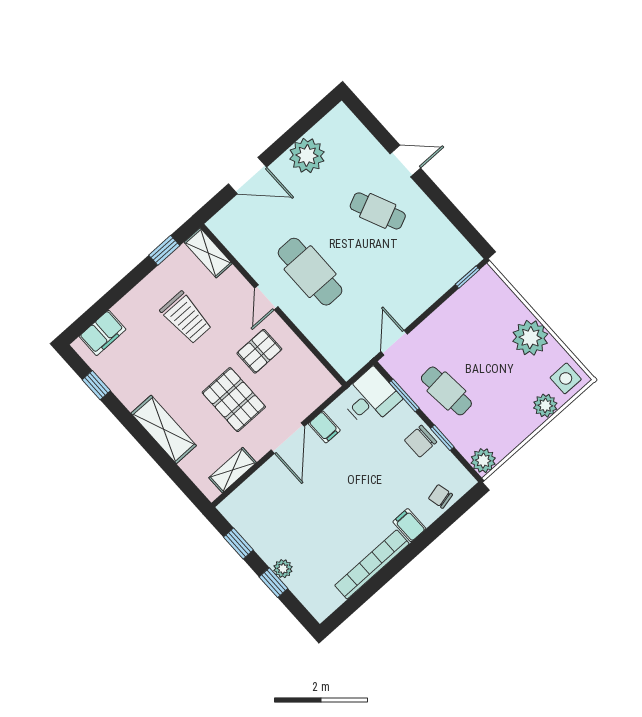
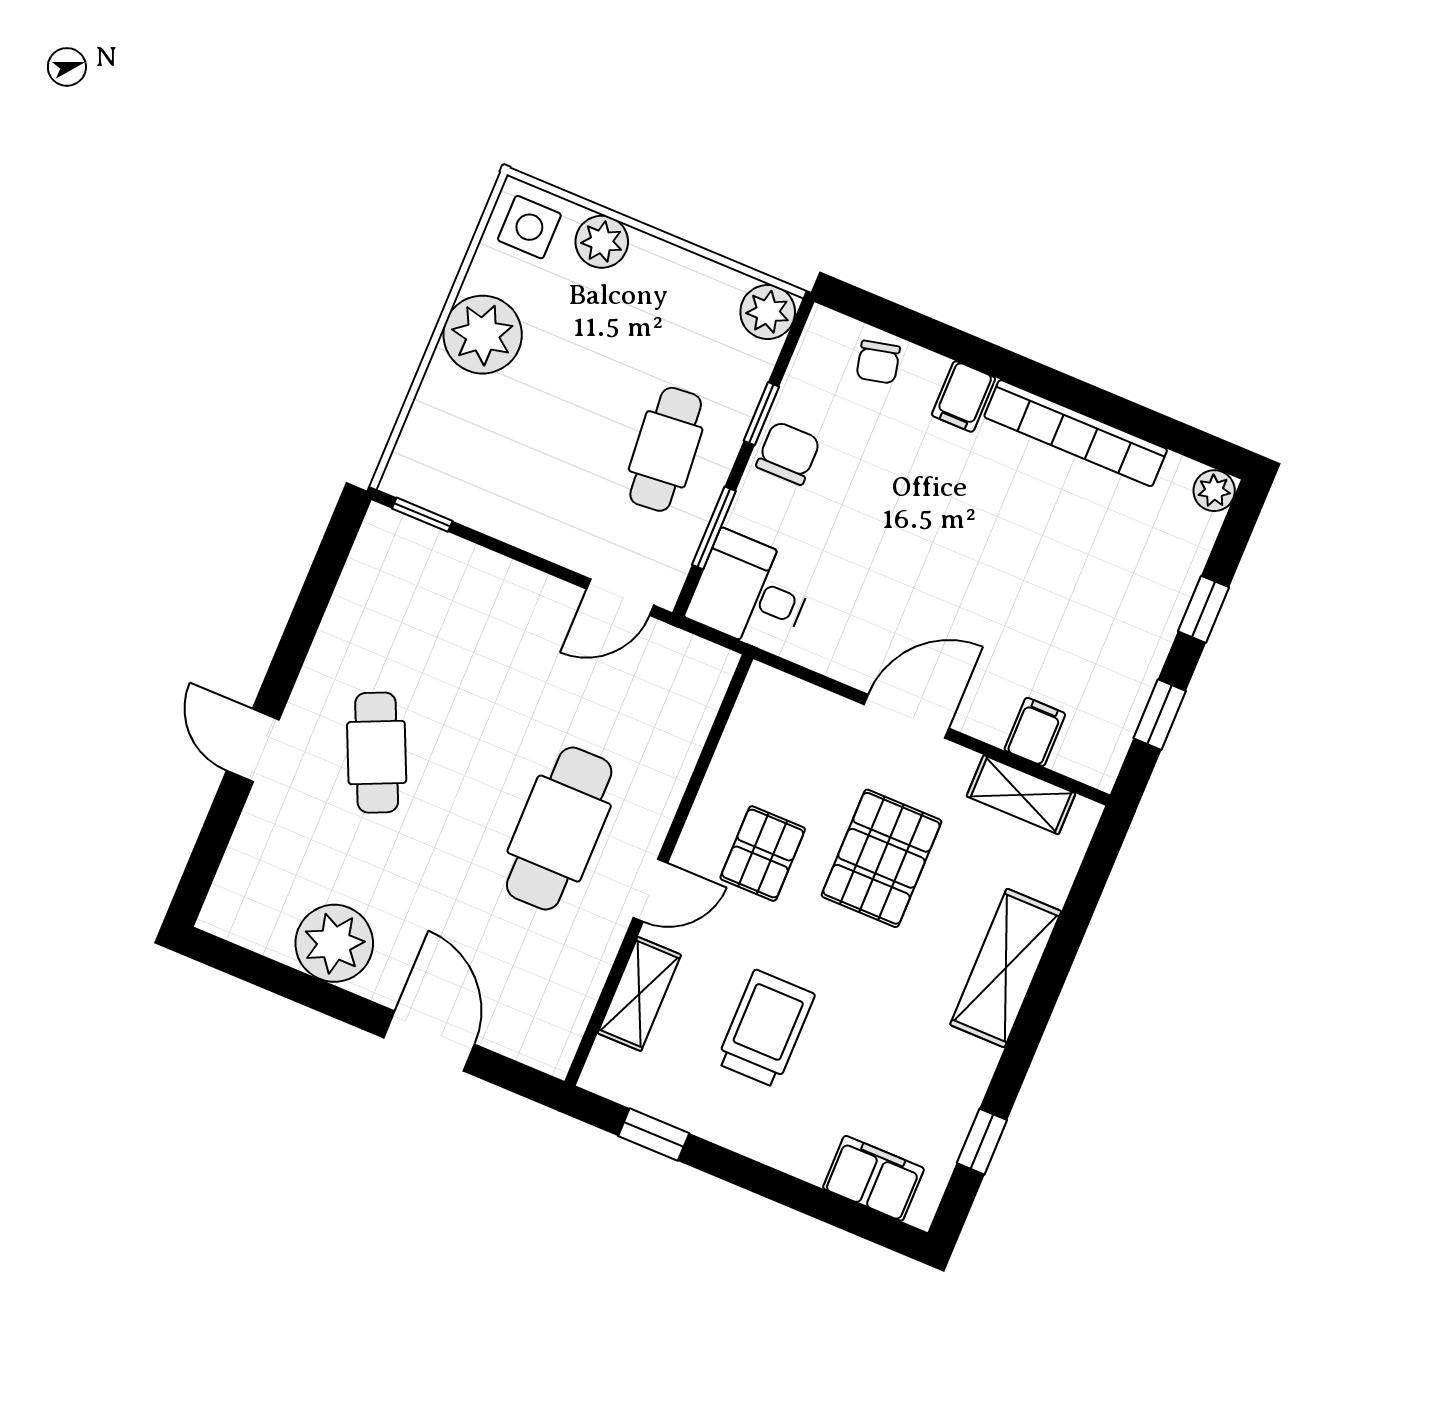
shelving: (208, 253) -> (639, 994), moved
pallet: (259, 351) -> (763, 854), turned 90
filing cabinet: (324, 427) -> (1035, 732), moved
chair: (421, 441) -> (788, 453), turned -90
plant: (283, 569) -> (1214, 491), moved

